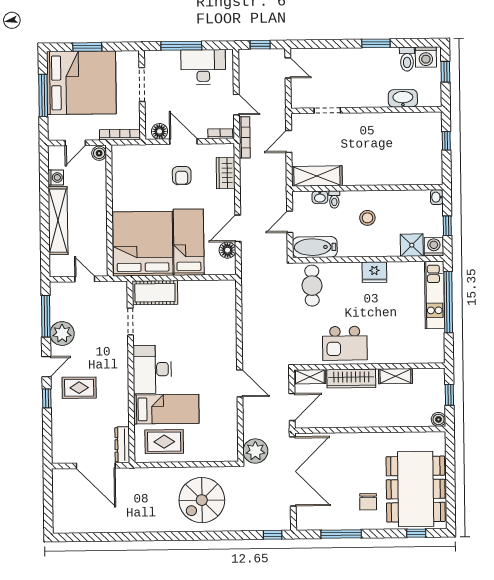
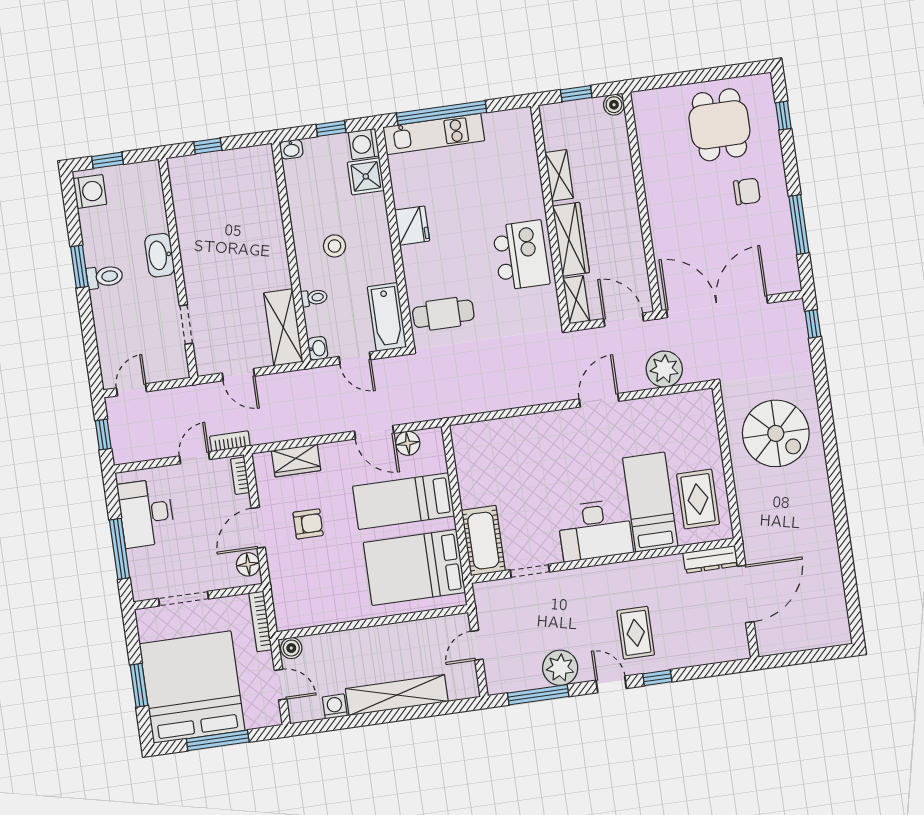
toilet: (407, 59) -> (105, 277), moved
washbasin: (403, 98) -> (160, 255), moved
bookcase: (245, 137) -> (230, 441), width x0.64
washbasin: (320, 197) -> (318, 348), moved
bed: (143, 244) -> (414, 567), width x0.73
plant: (255, 451) -> (664, 369), moved
dining table: (416, 489) -> (719, 125), width x0.53, depth x0.80

